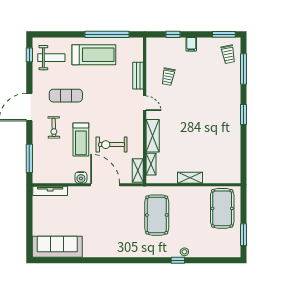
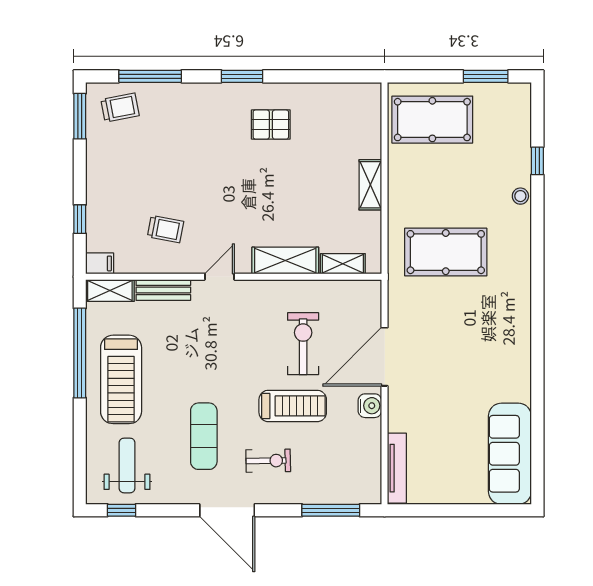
filing cabinet: (191, 44) -> (100, 263), moved
treadmill: (94, 55) -> (121, 379), turned 180
pallet: (220, 129) -> (271, 125), added
exercise bike: (112, 145) -> (303, 344), turned 180
shelving: (138, 171) -> (110, 290), moved
window: (178, 260) -> (537, 161), moved

